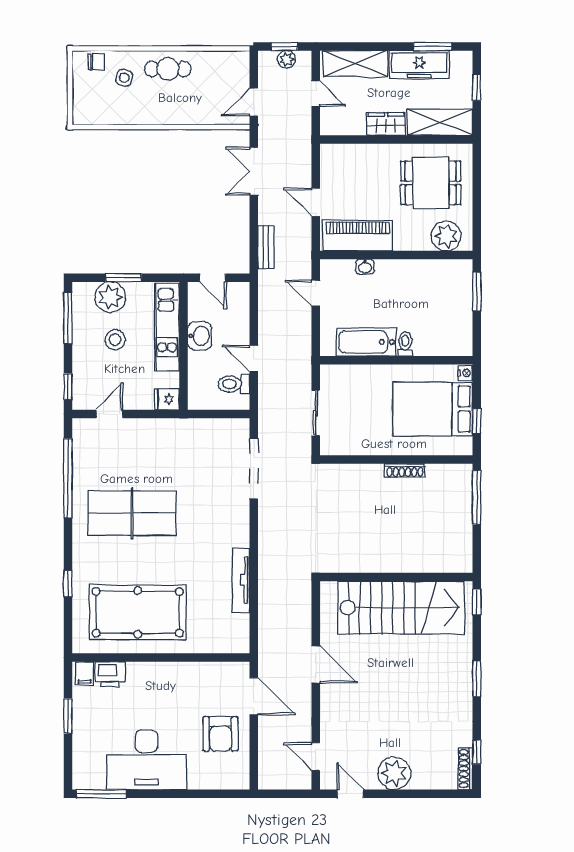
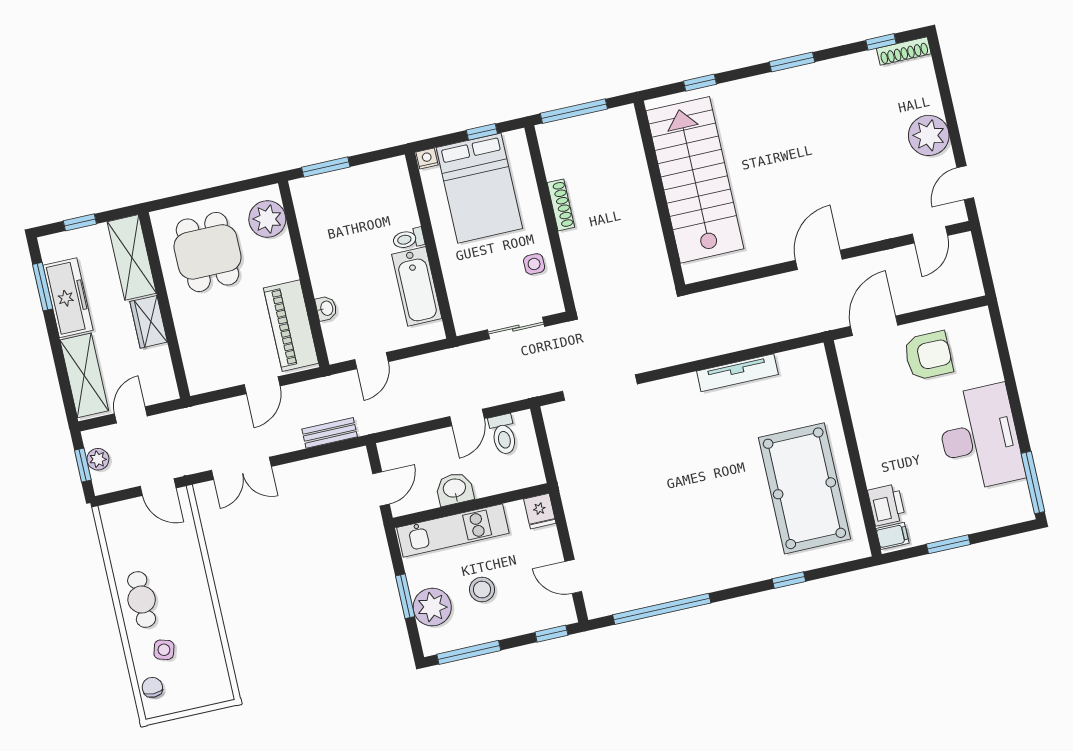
side table: (363, 439) -> (534, 264), added
table tennis table: (132, 513) -> (686, 522), removed
wall: (396, 577) -> (659, 194), moved
stairs: (401, 608) -> (695, 180), moved

